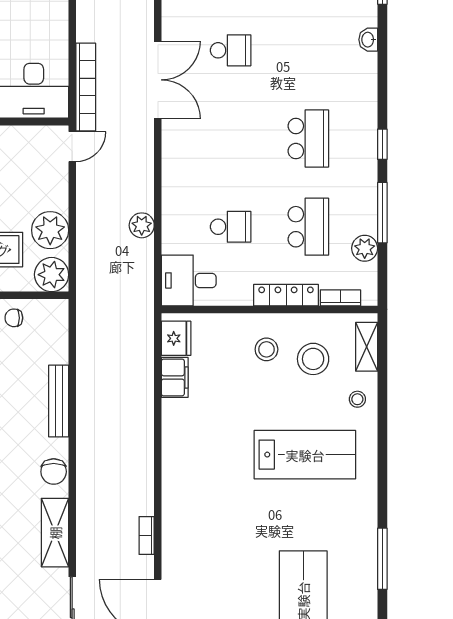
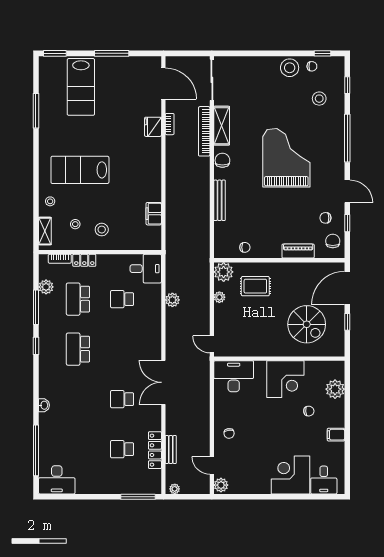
bookcase: (86, 87) -> (204, 131), moved
door: (72, 147) -> (212, 344), hinge flipped
plant: (50, 230) -> (219, 297), width x0.53, depth x0.53
locker: (286, 295) -> (84, 260), width x0.66
fridge: (176, 338) -> (153, 127), moved
stool: (313, 359) -> (75, 224), width x0.53, depth x0.53

